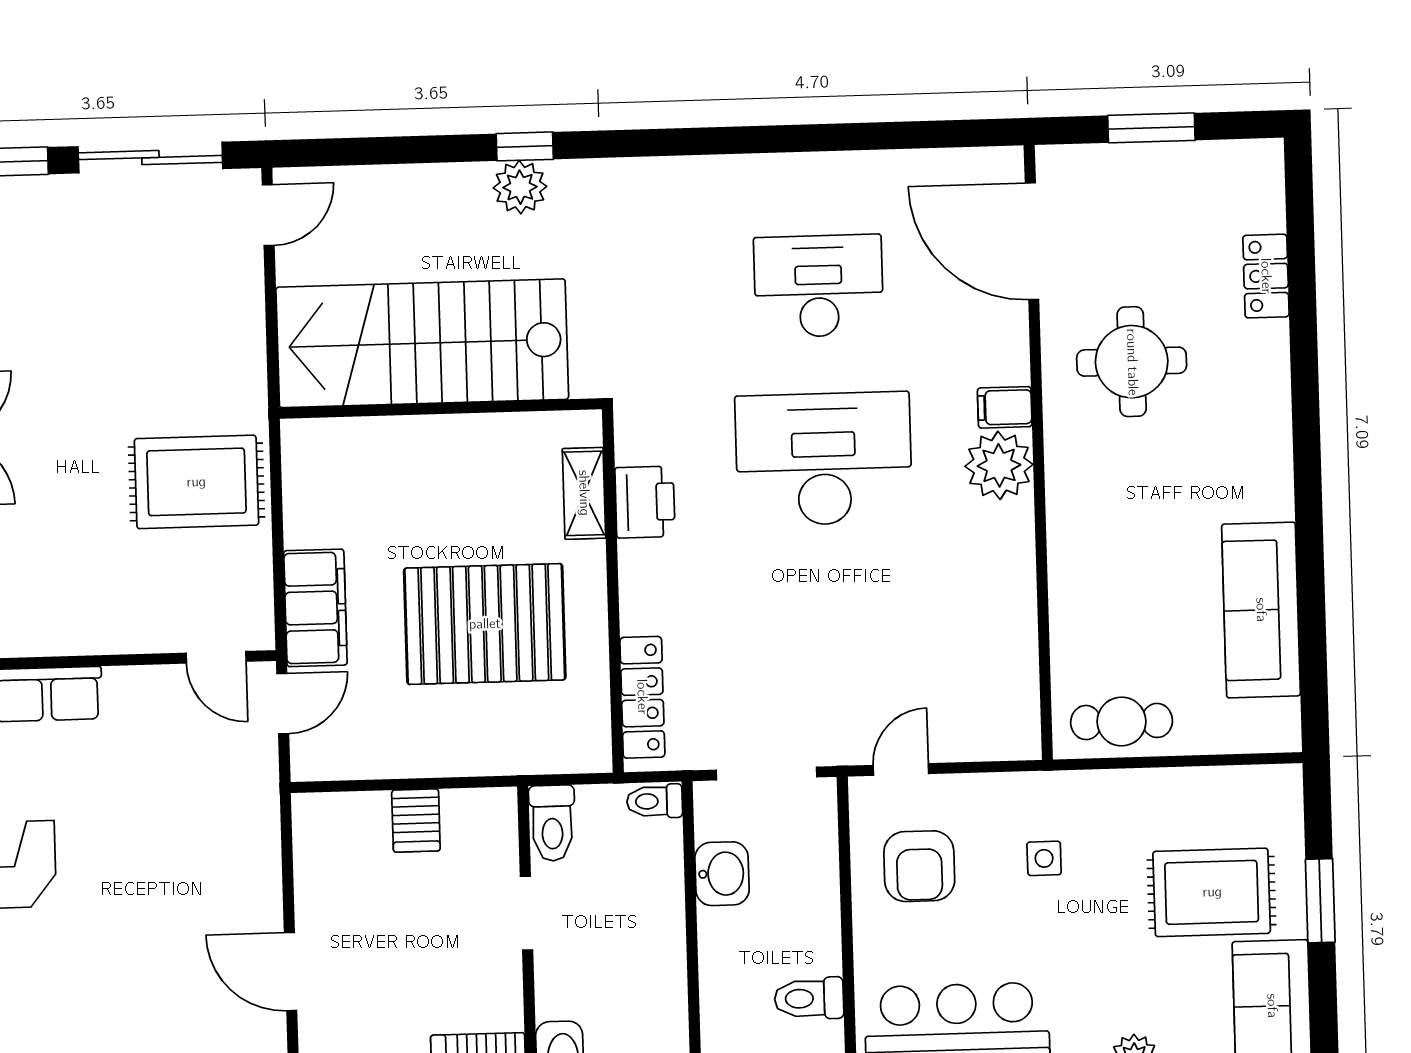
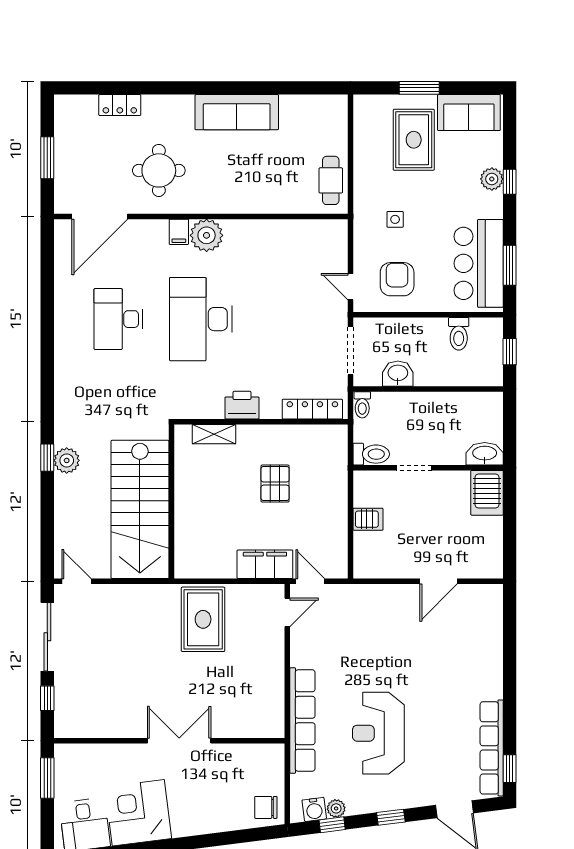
printer: (645, 502) -> (242, 405), moved
sofa: (1261, 610) -> (237, 112), moved
pallet: (485, 624) -> (275, 484), width x0.49, depth x0.50
armchair: (919, 866) -> (397, 279), turned -90

